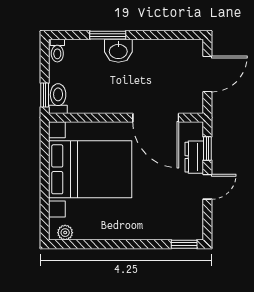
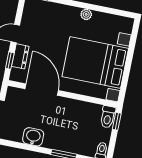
washbasin: (118, 51) -> (33, 137), moved
plant: (65, 233) -> (86, 14), moved

